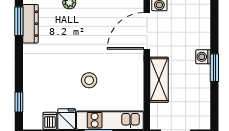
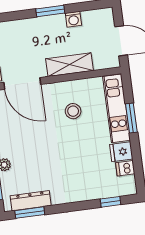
washing machine: (203, 57) -> (73, 19), moved
stool: (89, 80) -> (73, 111), moved

